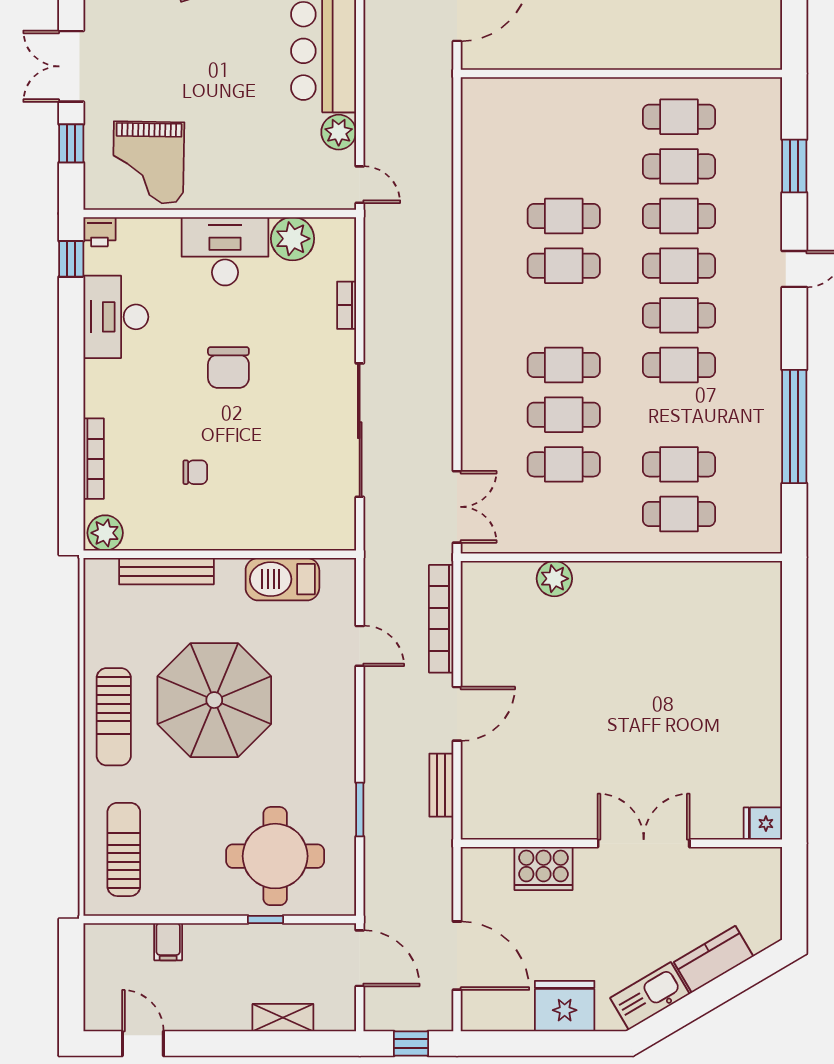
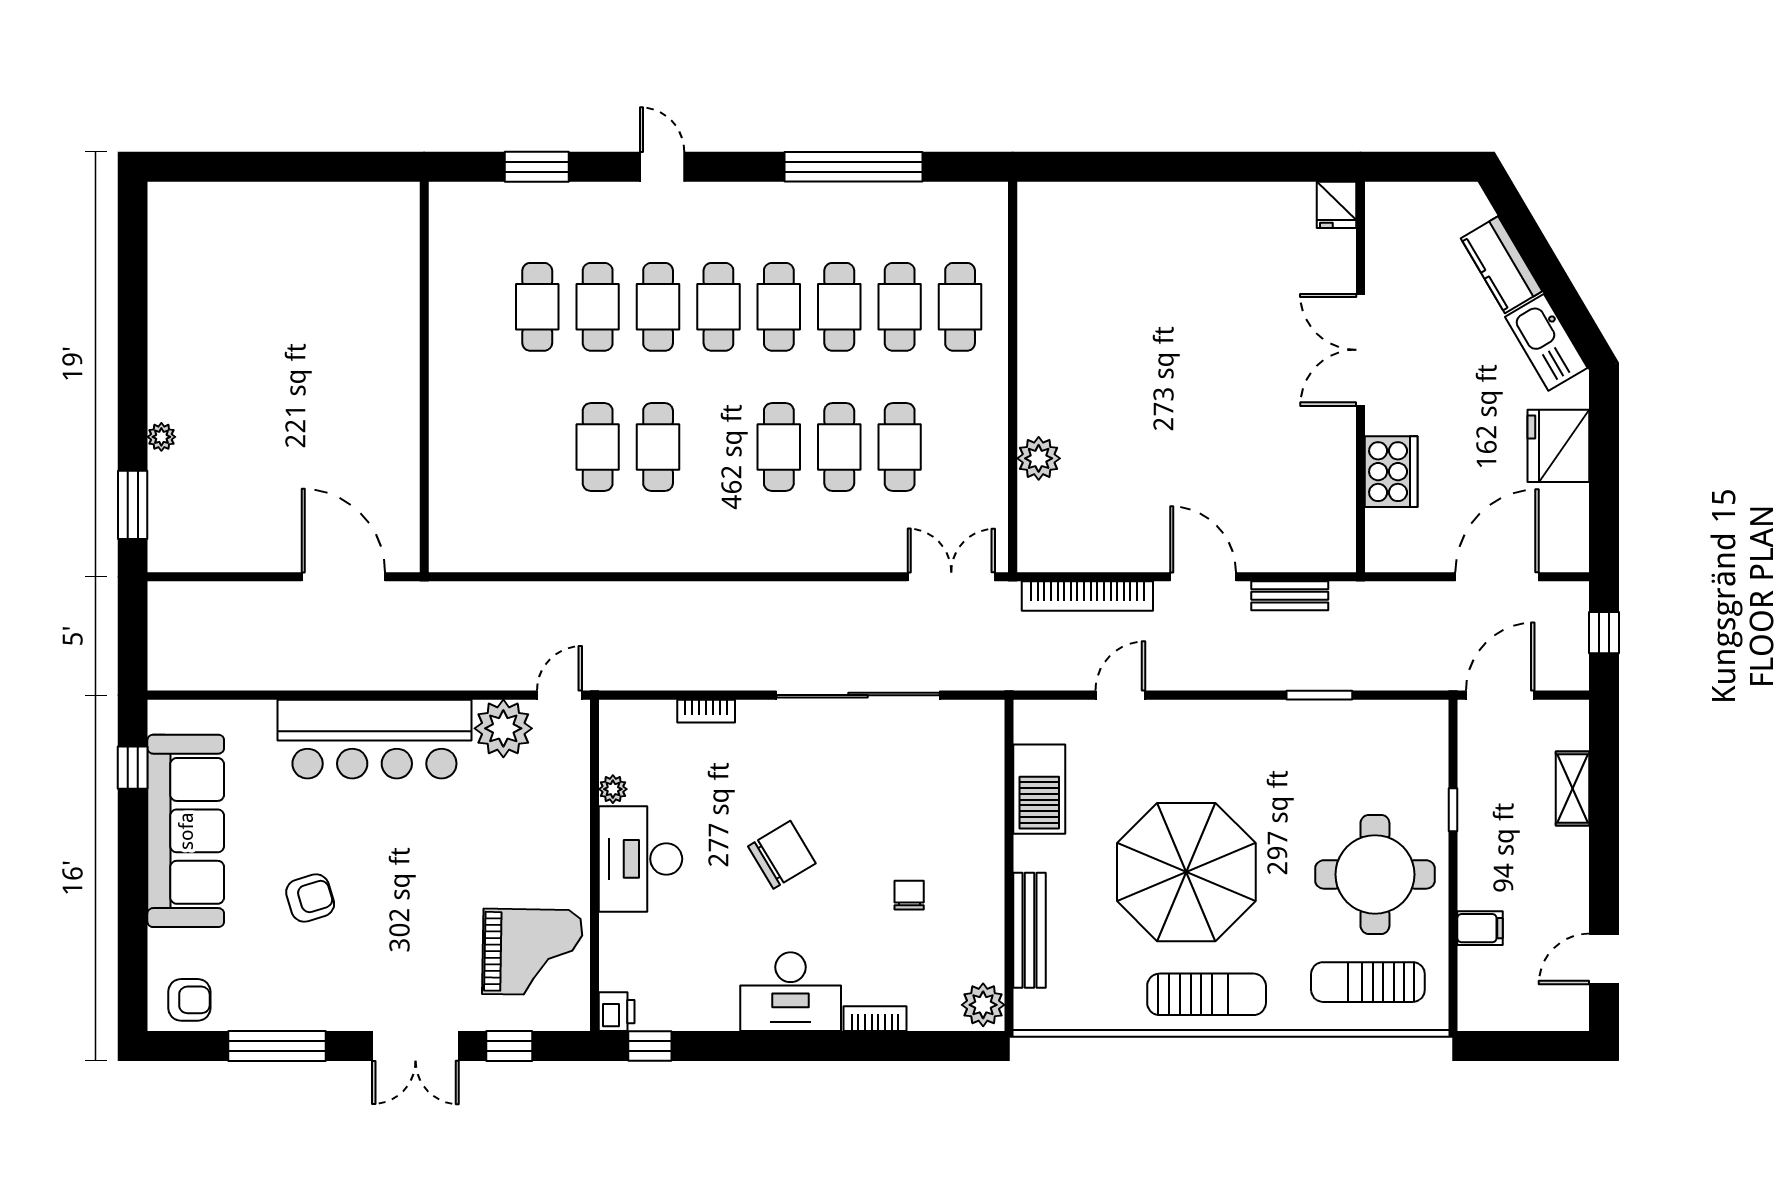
cafe table: (679, 117) -> (839, 307), moved
plant: (339, 132) -> (503, 728), width x1.36, depth x1.36
plant: (293, 239) -> (613, 789), width x0.53, depth x0.53
desk: (116, 317) -> (791, 992), moved
chair: (228, 368) -> (782, 855), turned -31
bookcase: (94, 459) -> (875, 1019), width x0.64
round table: (275, 856) -> (1375, 874), moved

